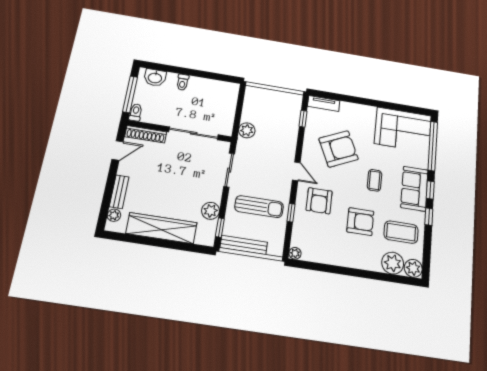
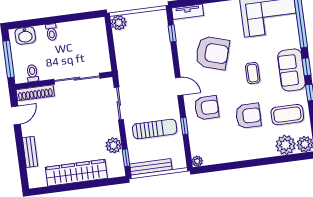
toilet: (136, 112) -> (32, 73), moved
plant: (247, 130) -> (119, 23), moved
armchair: (338, 149) -> (212, 53), turned 42
armchair: (319, 201) -> (207, 108), turned -90
plant: (114, 215) -> (33, 174), removed

